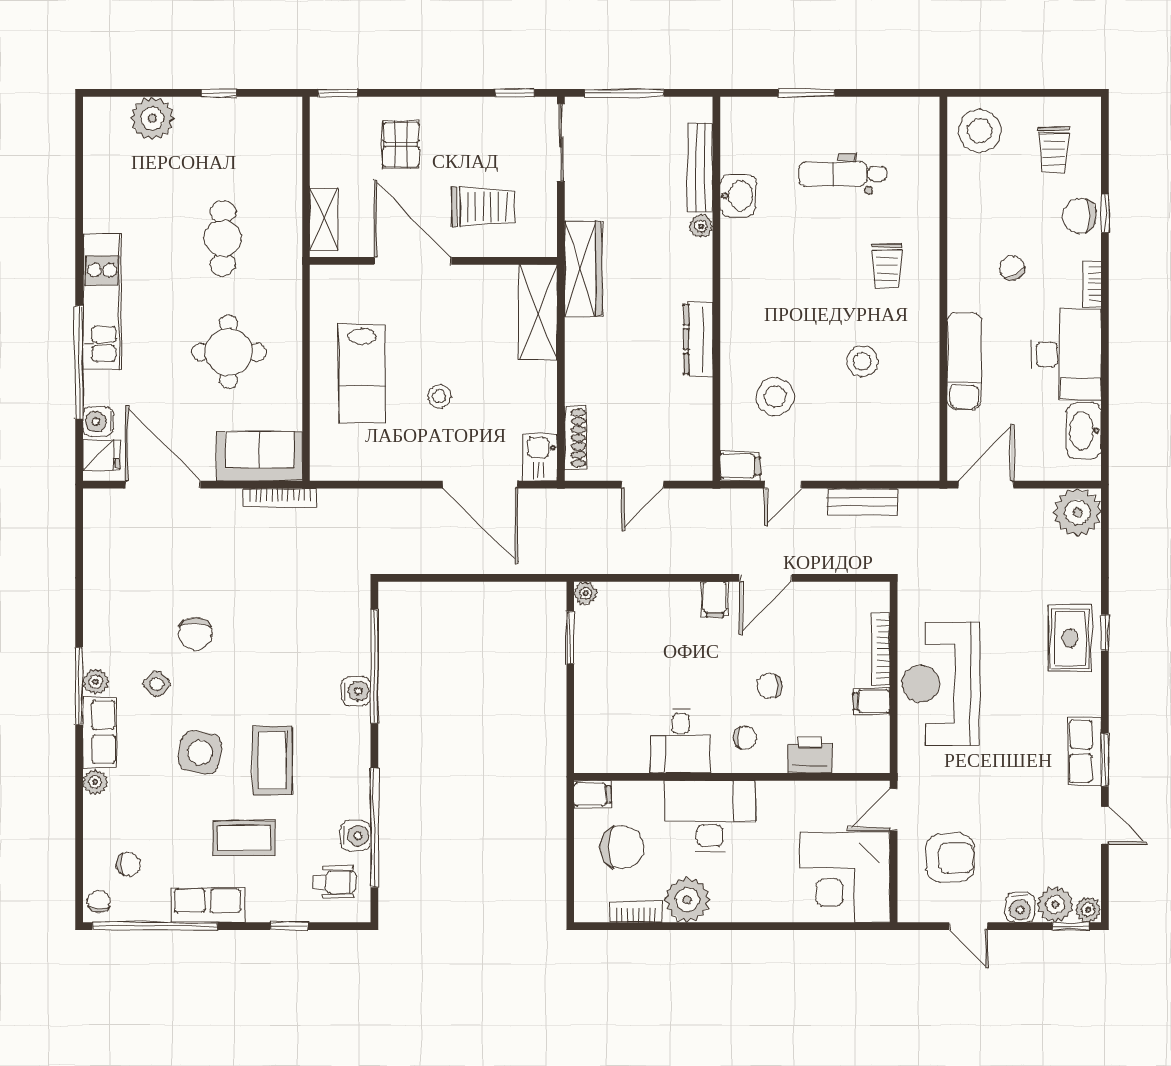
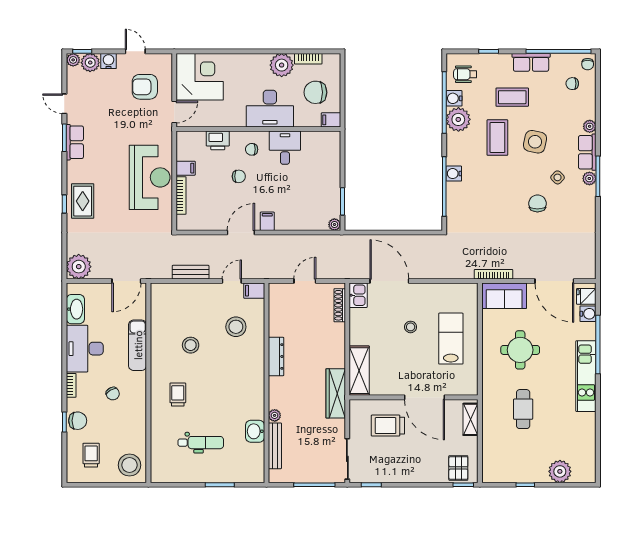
pallet: (401, 144) -> (458, 468), moved
plant: (348, 795) -> (458, 119), added

